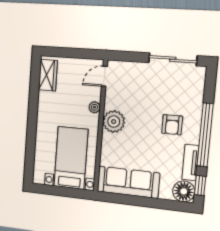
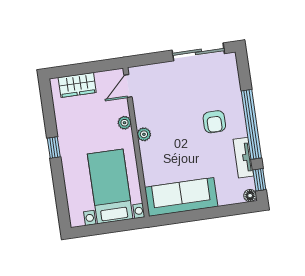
wardrobe: (48, 75) -> (77, 85), moved, turned 90
window: (33, 114) -> (54, 148), added
plant: (114, 122) -> (144, 134), width x0.53, depth x0.53
floor lamp: (184, 191) -> (250, 196), width x0.53, depth x0.53

